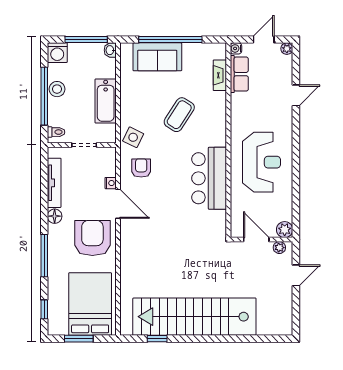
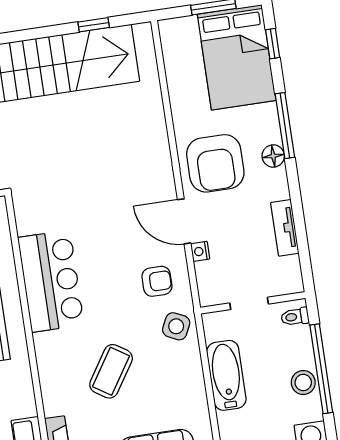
armchair: (141, 168) -> (157, 281), turned -90
tv unit: (54, 183) -> (285, 228), width x0.71
floor lamp: (55, 216) -> (273, 156), moved
bed: (90, 304) -> (237, 57), moved

